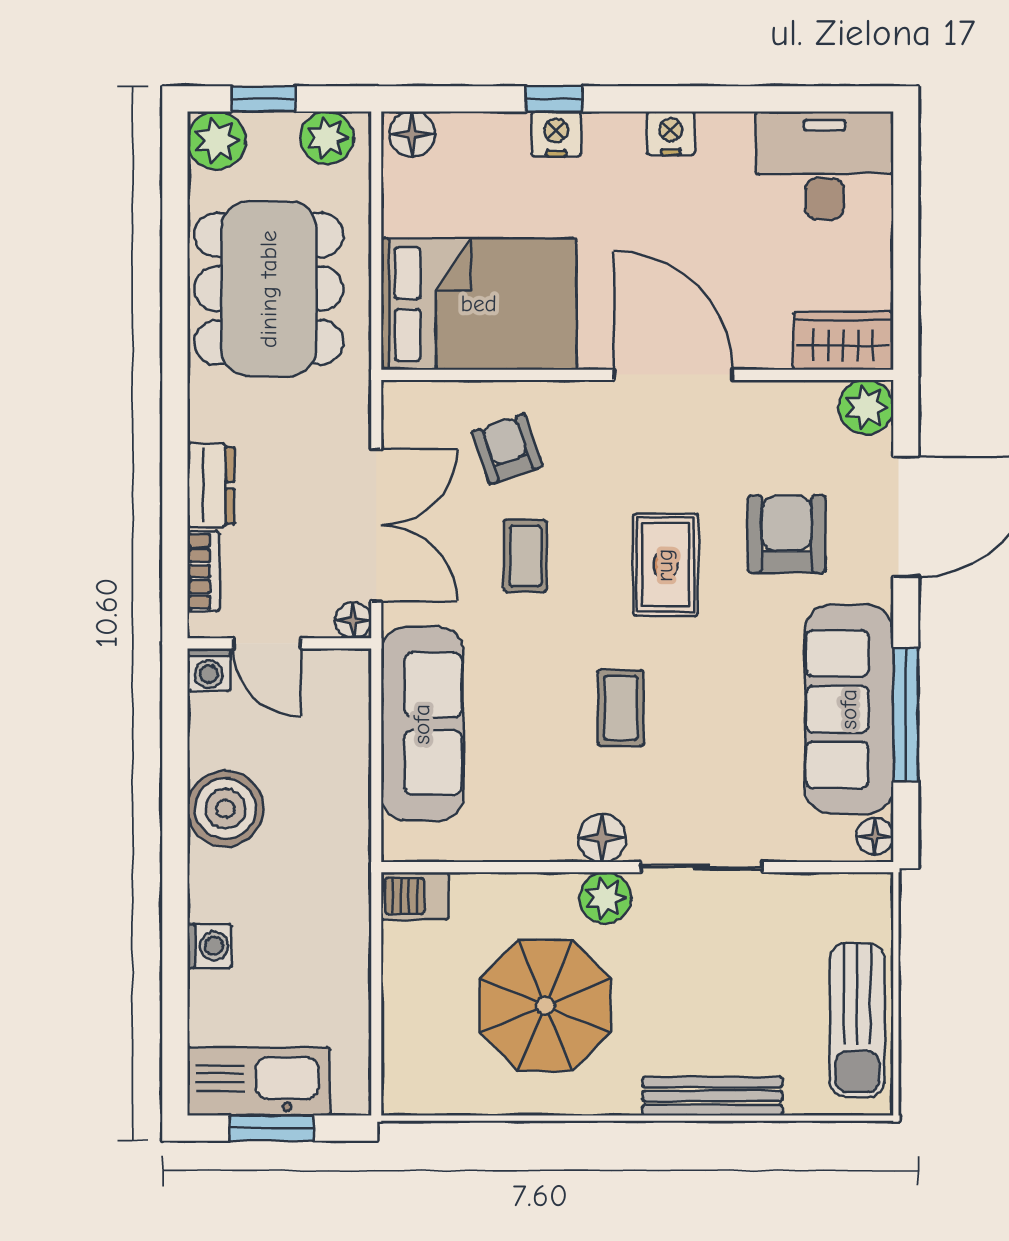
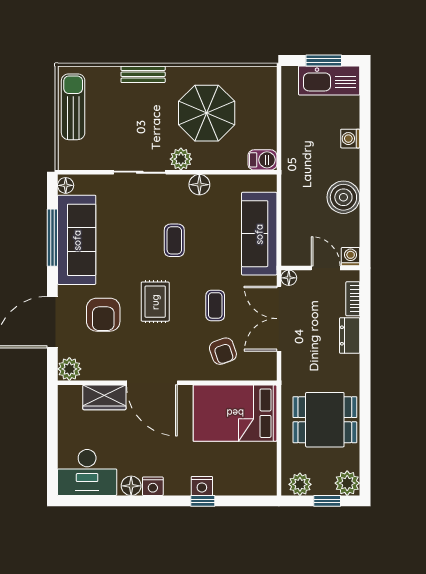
floor lamp: (412, 134) -> (131, 486), moved
dining table: (269, 289) -> (325, 420), width x0.73
wardrobe: (843, 341) -> (104, 397), moved
floor lamp: (602, 838) -> (199, 185), moved
bench: (712, 1096) -> (143, 74), width x0.73

